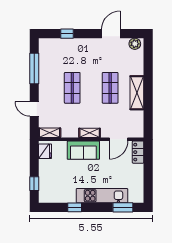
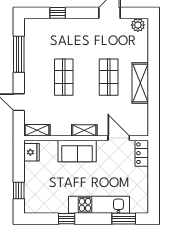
door: (119, 139) -> (119, 138), swing flipped

